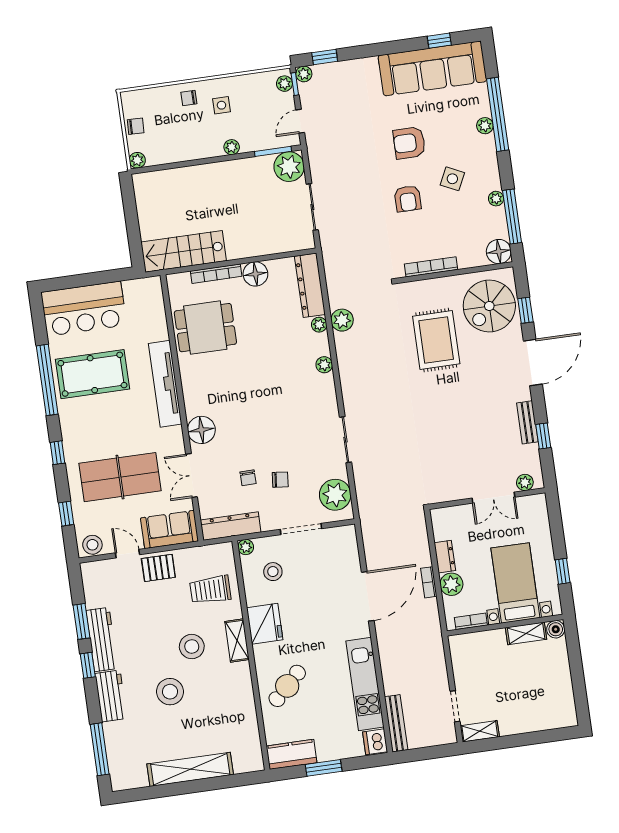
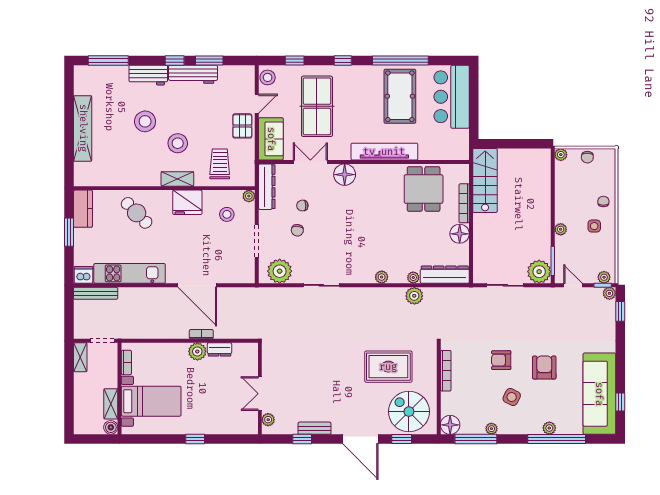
bed with nightstands: (515, 583) -> (151, 401), moved
bookcase: (471, 621) -> (126, 362), moved
wall: (505, 625) -> (120, 389), moved
boiler: (556, 629) -> (111, 427), moved
shelving: (526, 633) -> (111, 404), moved

